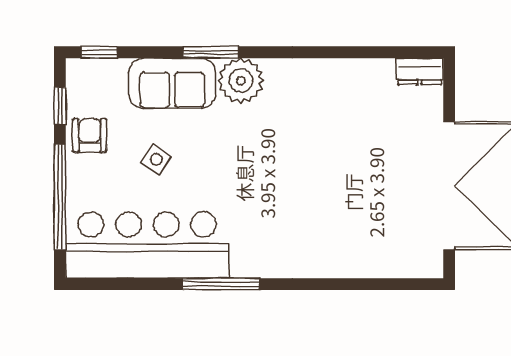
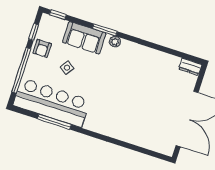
plant: (241, 81) -> (115, 42), width x0.53, depth x0.53
armchair: (90, 135) -> (42, 48), turned 180
window: (221, 284) -> (54, 122), moved

